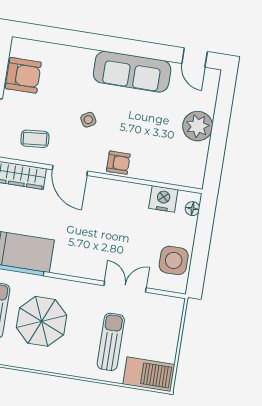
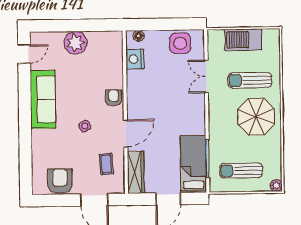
parasol: (42, 321) -> (256, 117), moved
barbecue: (149, 374) -> (243, 40), moved, turned -90

